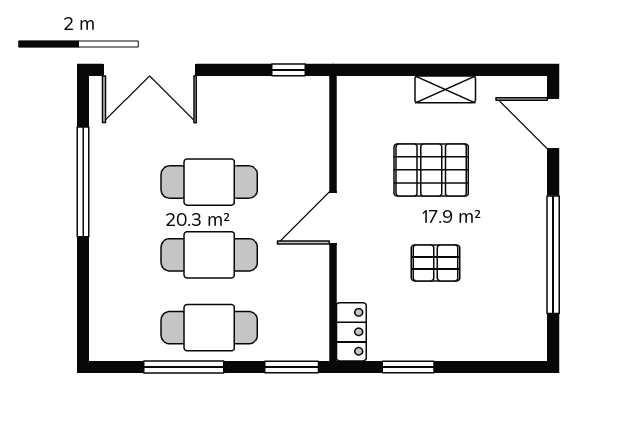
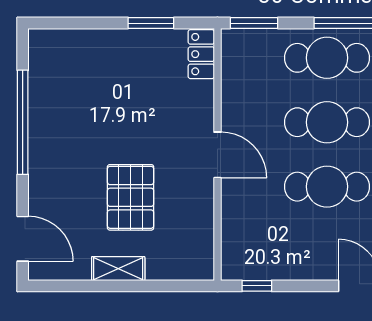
pallet: (431, 170) -> (131, 197), turned 90
door: (333, 218) -> (217, 155), hinge flipped
pallet: (436, 263) -> (127, 115), removed

